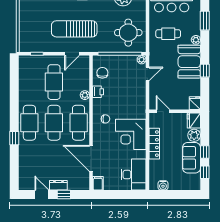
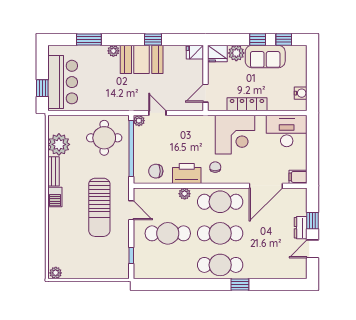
cafe table: (168, 34) -> (106, 86), removed
printer: (98, 92) -> (187, 174), width x1.87, depth x1.48

